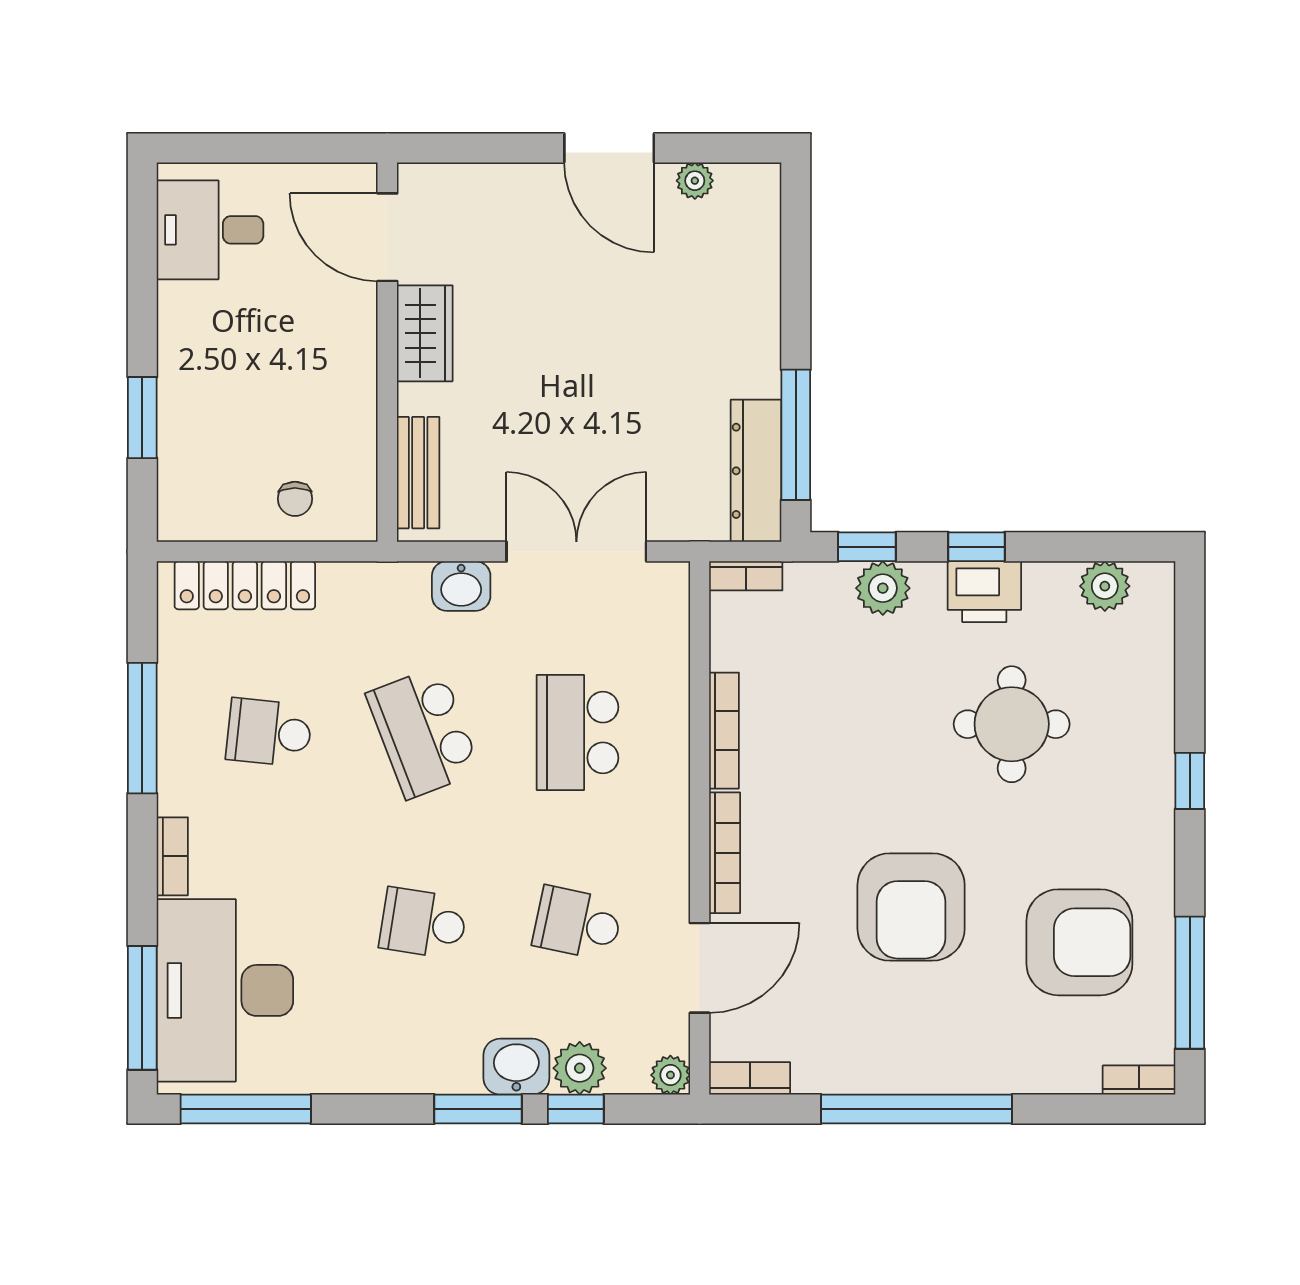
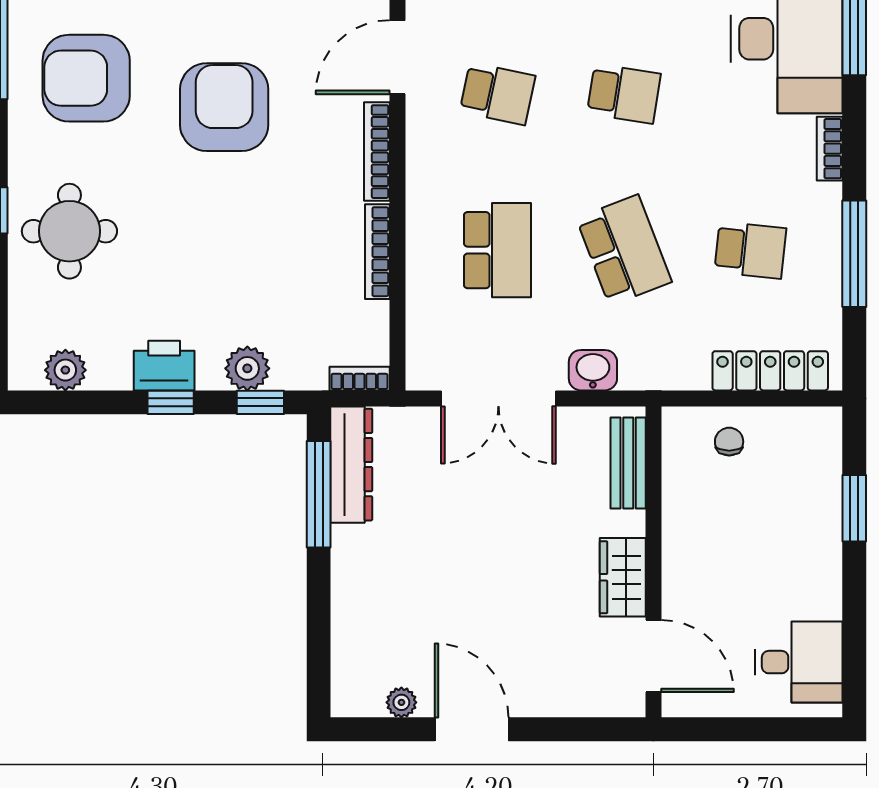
round table: (1012, 724) -> (69, 231), moved

